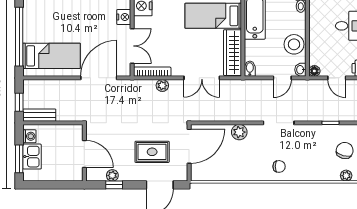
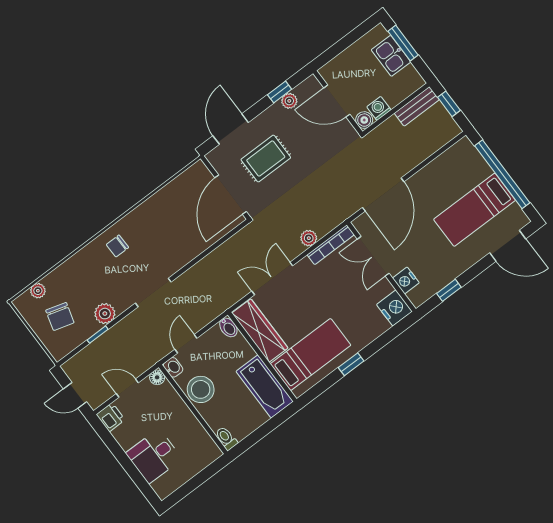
bed: (51, 56) -> (475, 210), moved
boiler: (77, 131) -> (364, 120), added
plant: (239, 132) -> (105, 314), moved
washing machine: (29, 136) -> (379, 108), moved, turned 90

